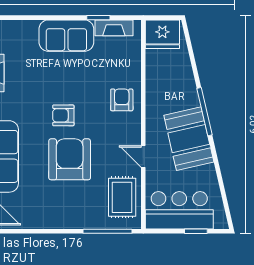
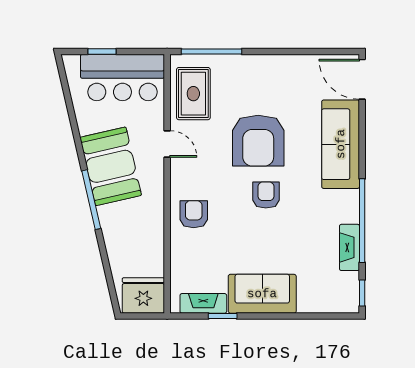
armchair: (122, 100) -> (194, 214), turned 180
armchair: (63, 115) -> (266, 195), turned -90

